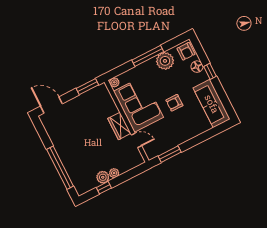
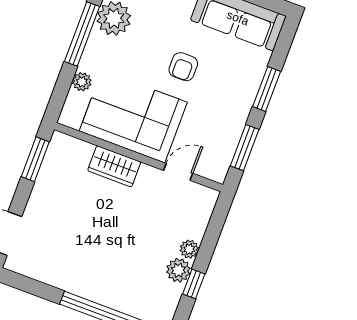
plant: (114, 82) -> (82, 82), moved
wardrobe: (119, 126) -> (114, 166), moved
window: (198, 140) -> (267, 89), added

